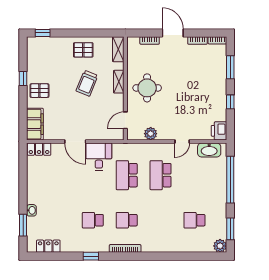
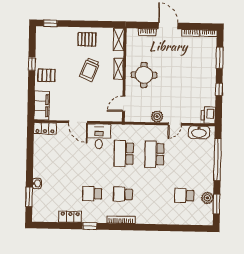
plant: (151, 134) -> (157, 117), moved
locker: (48, 246) -> (70, 217), moved
plant: (220, 246) -> (207, 198), moved

